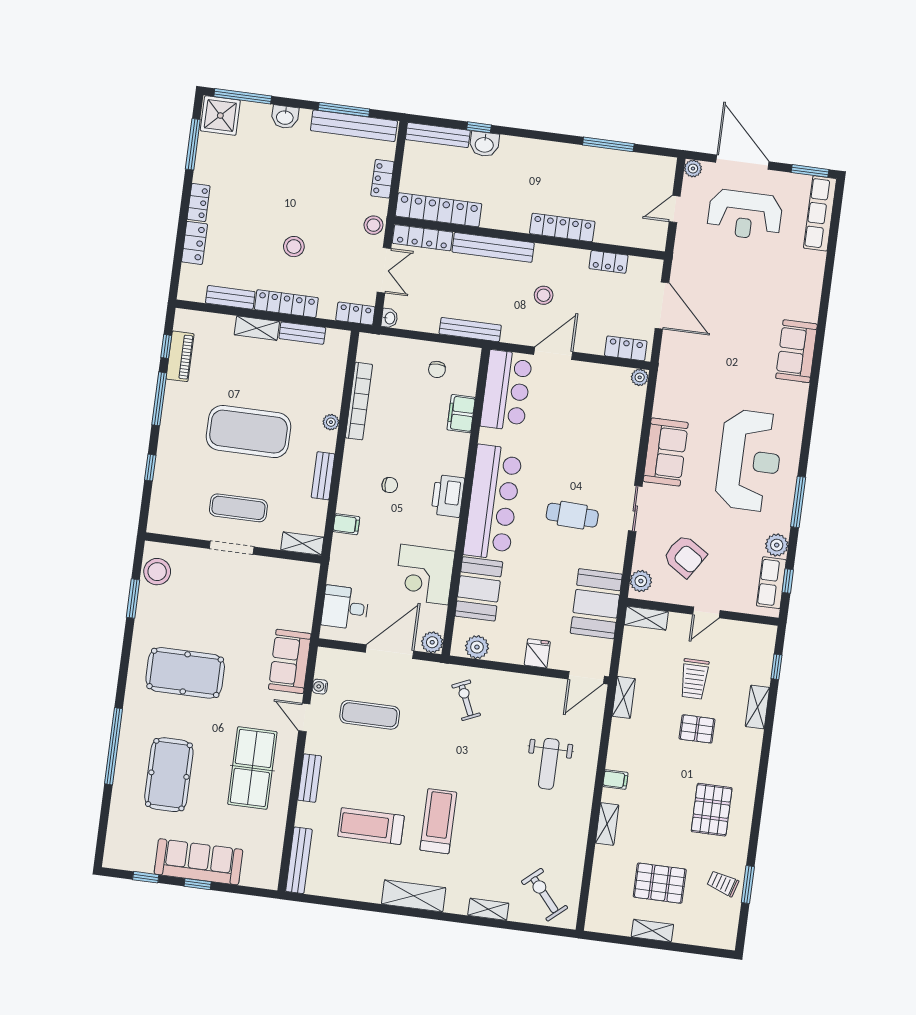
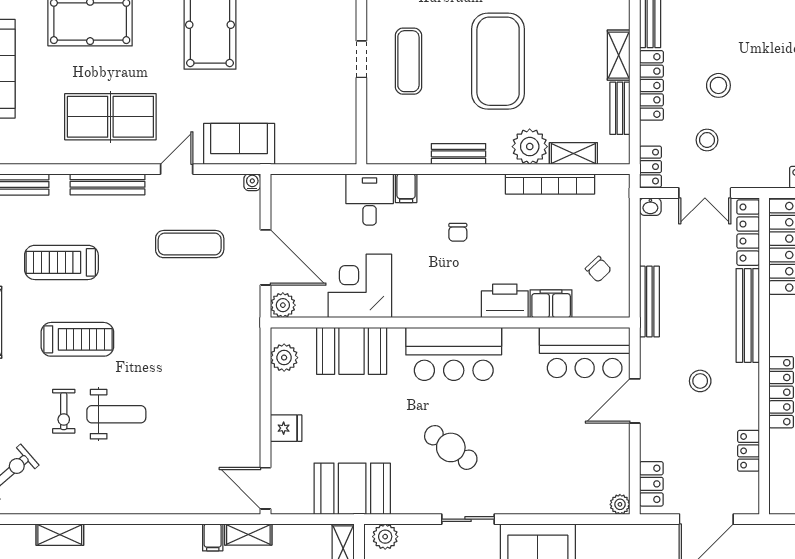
stool: (373, 225) -> (707, 140), moved
door: (553, 353) -> (635, 401), swing flipped
chair: (437, 369) -> (598, 269), turned -133
plant: (331, 422) -> (530, 147), width x1.88, depth x1.88
printer: (448, 496) -> (505, 301), moved
bar counter: (493, 502) -> (454, 354), width x0.73
cafe table: (572, 515) -> (451, 447), turned -56
shelving: (302, 544) -> (573, 153), moved, turned 90
doorway: (232, 548) -> (361, 59), width x0.73
desk: (345, 608) -> (370, 199), moved
water cooler: (320, 687) -> (252, 182), moved
exercise bike: (466, 700) -> (64, 411), moved, turned 114
exercise mat: (370, 715) -> (190, 244), turned 90
weight bench: (549, 764) -> (116, 414), moved, turned 180
bench: (310, 778) -> (107, 184), width x1.36
filing cabinet: (615, 780) -> (213, 537), moved
shelving: (607, 824) -> (60, 535), moved
treadmill: (371, 826) -> (61, 262), turned -90

